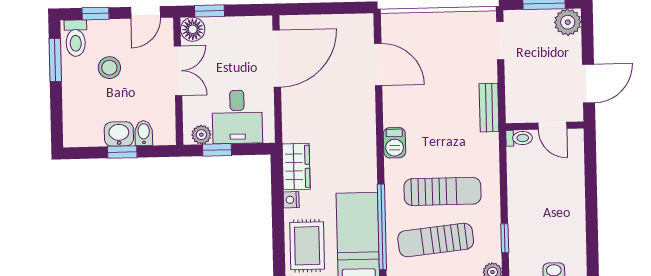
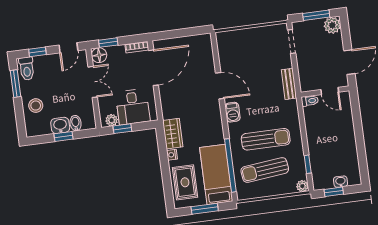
bookcase: (254, 23) -> (137, 47), added
door: (378, 64) -> (220, 86), moved
stool: (109, 68) -> (36, 106), moved

